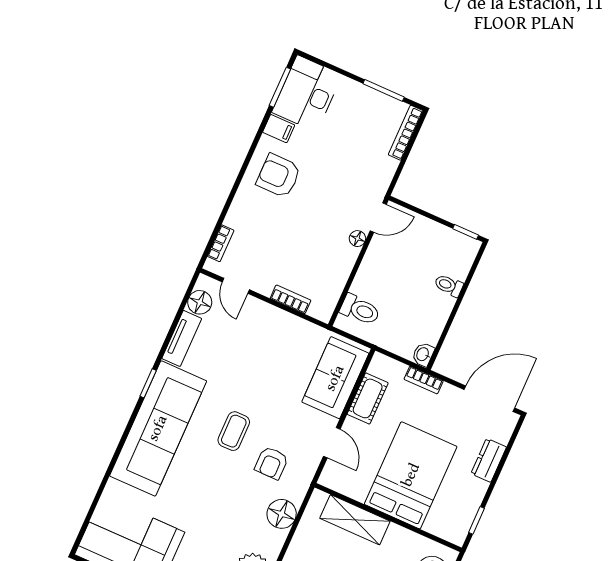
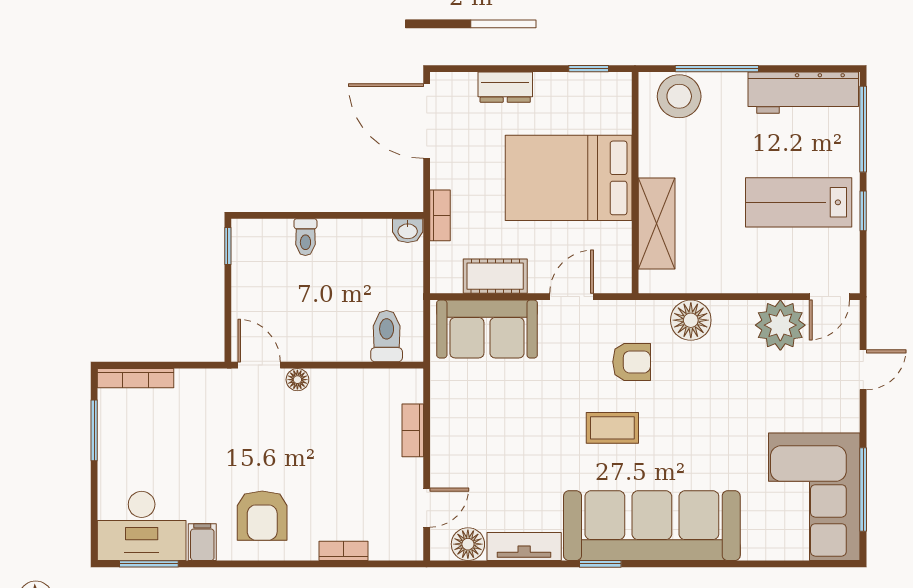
bookcase: (221, 243) -> (344, 551), moved

